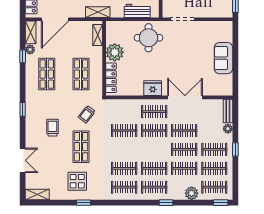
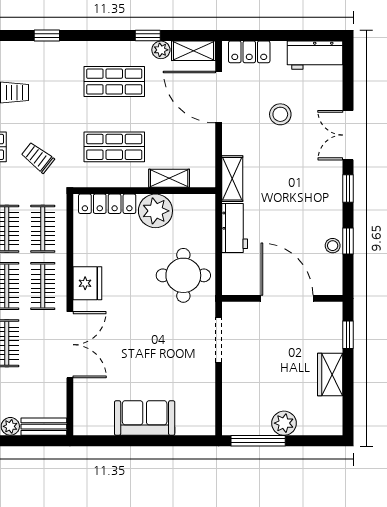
workbench: (137, 11) -> (235, 228), moved
shelving: (98, 35) -> (169, 178), moved
clothes rail: (124, 112) -> (43, 229), added

